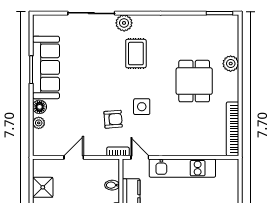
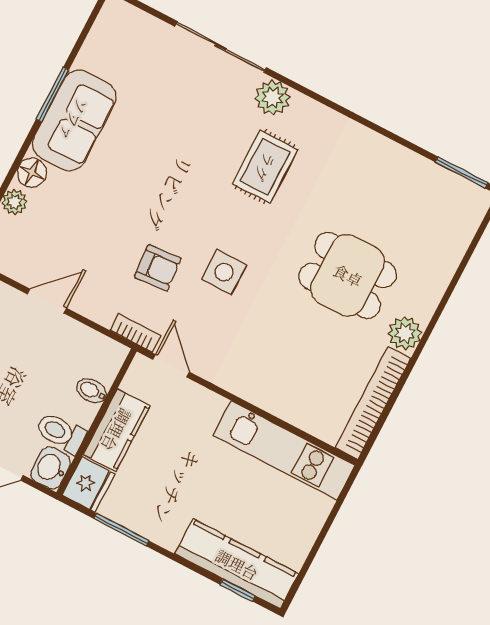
plant: (231, 64) -> (405, 333), moved
sofa: (46, 67) -> (74, 120), width x0.73
dining table: (194, 81) -> (348, 275), turned 90
kitchen unit: (182, 168) -> (284, 450), moved

